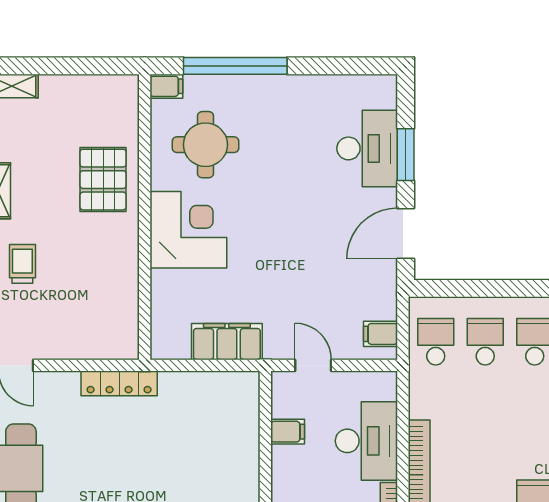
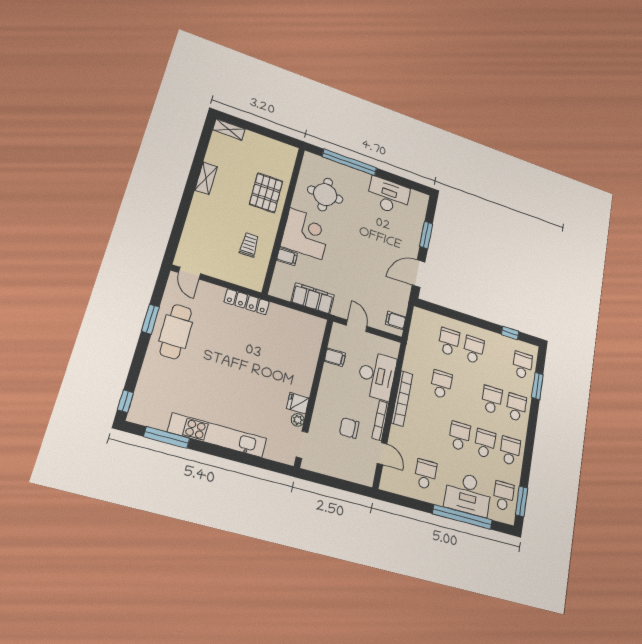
filing cabinet: (166, 86) -> (287, 257), moved
desk: (367, 148) -> (389, 196), moved, turned -90
trolley: (22, 264) -> (249, 245), moved
school desk: (436, 342) -> (441, 384), moved

